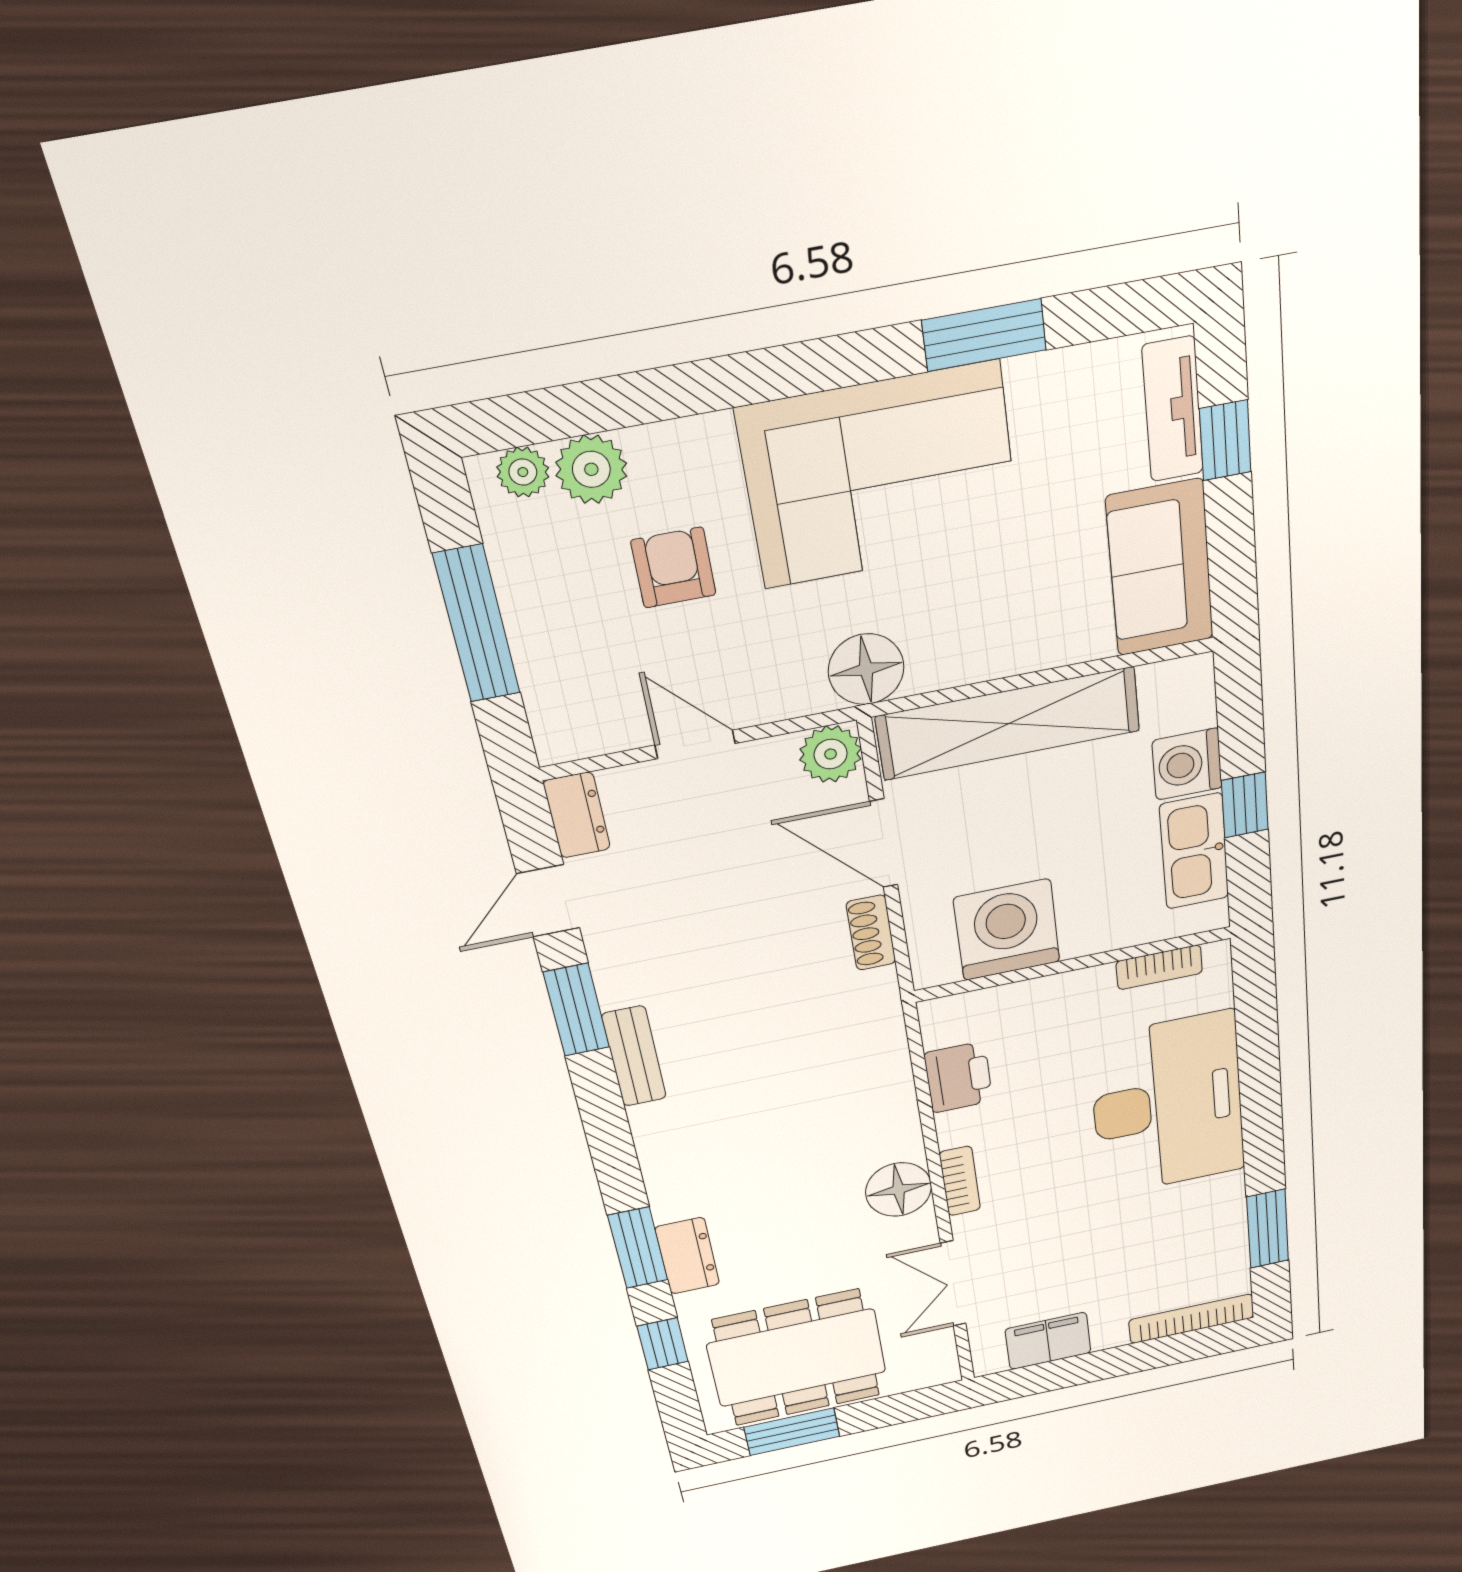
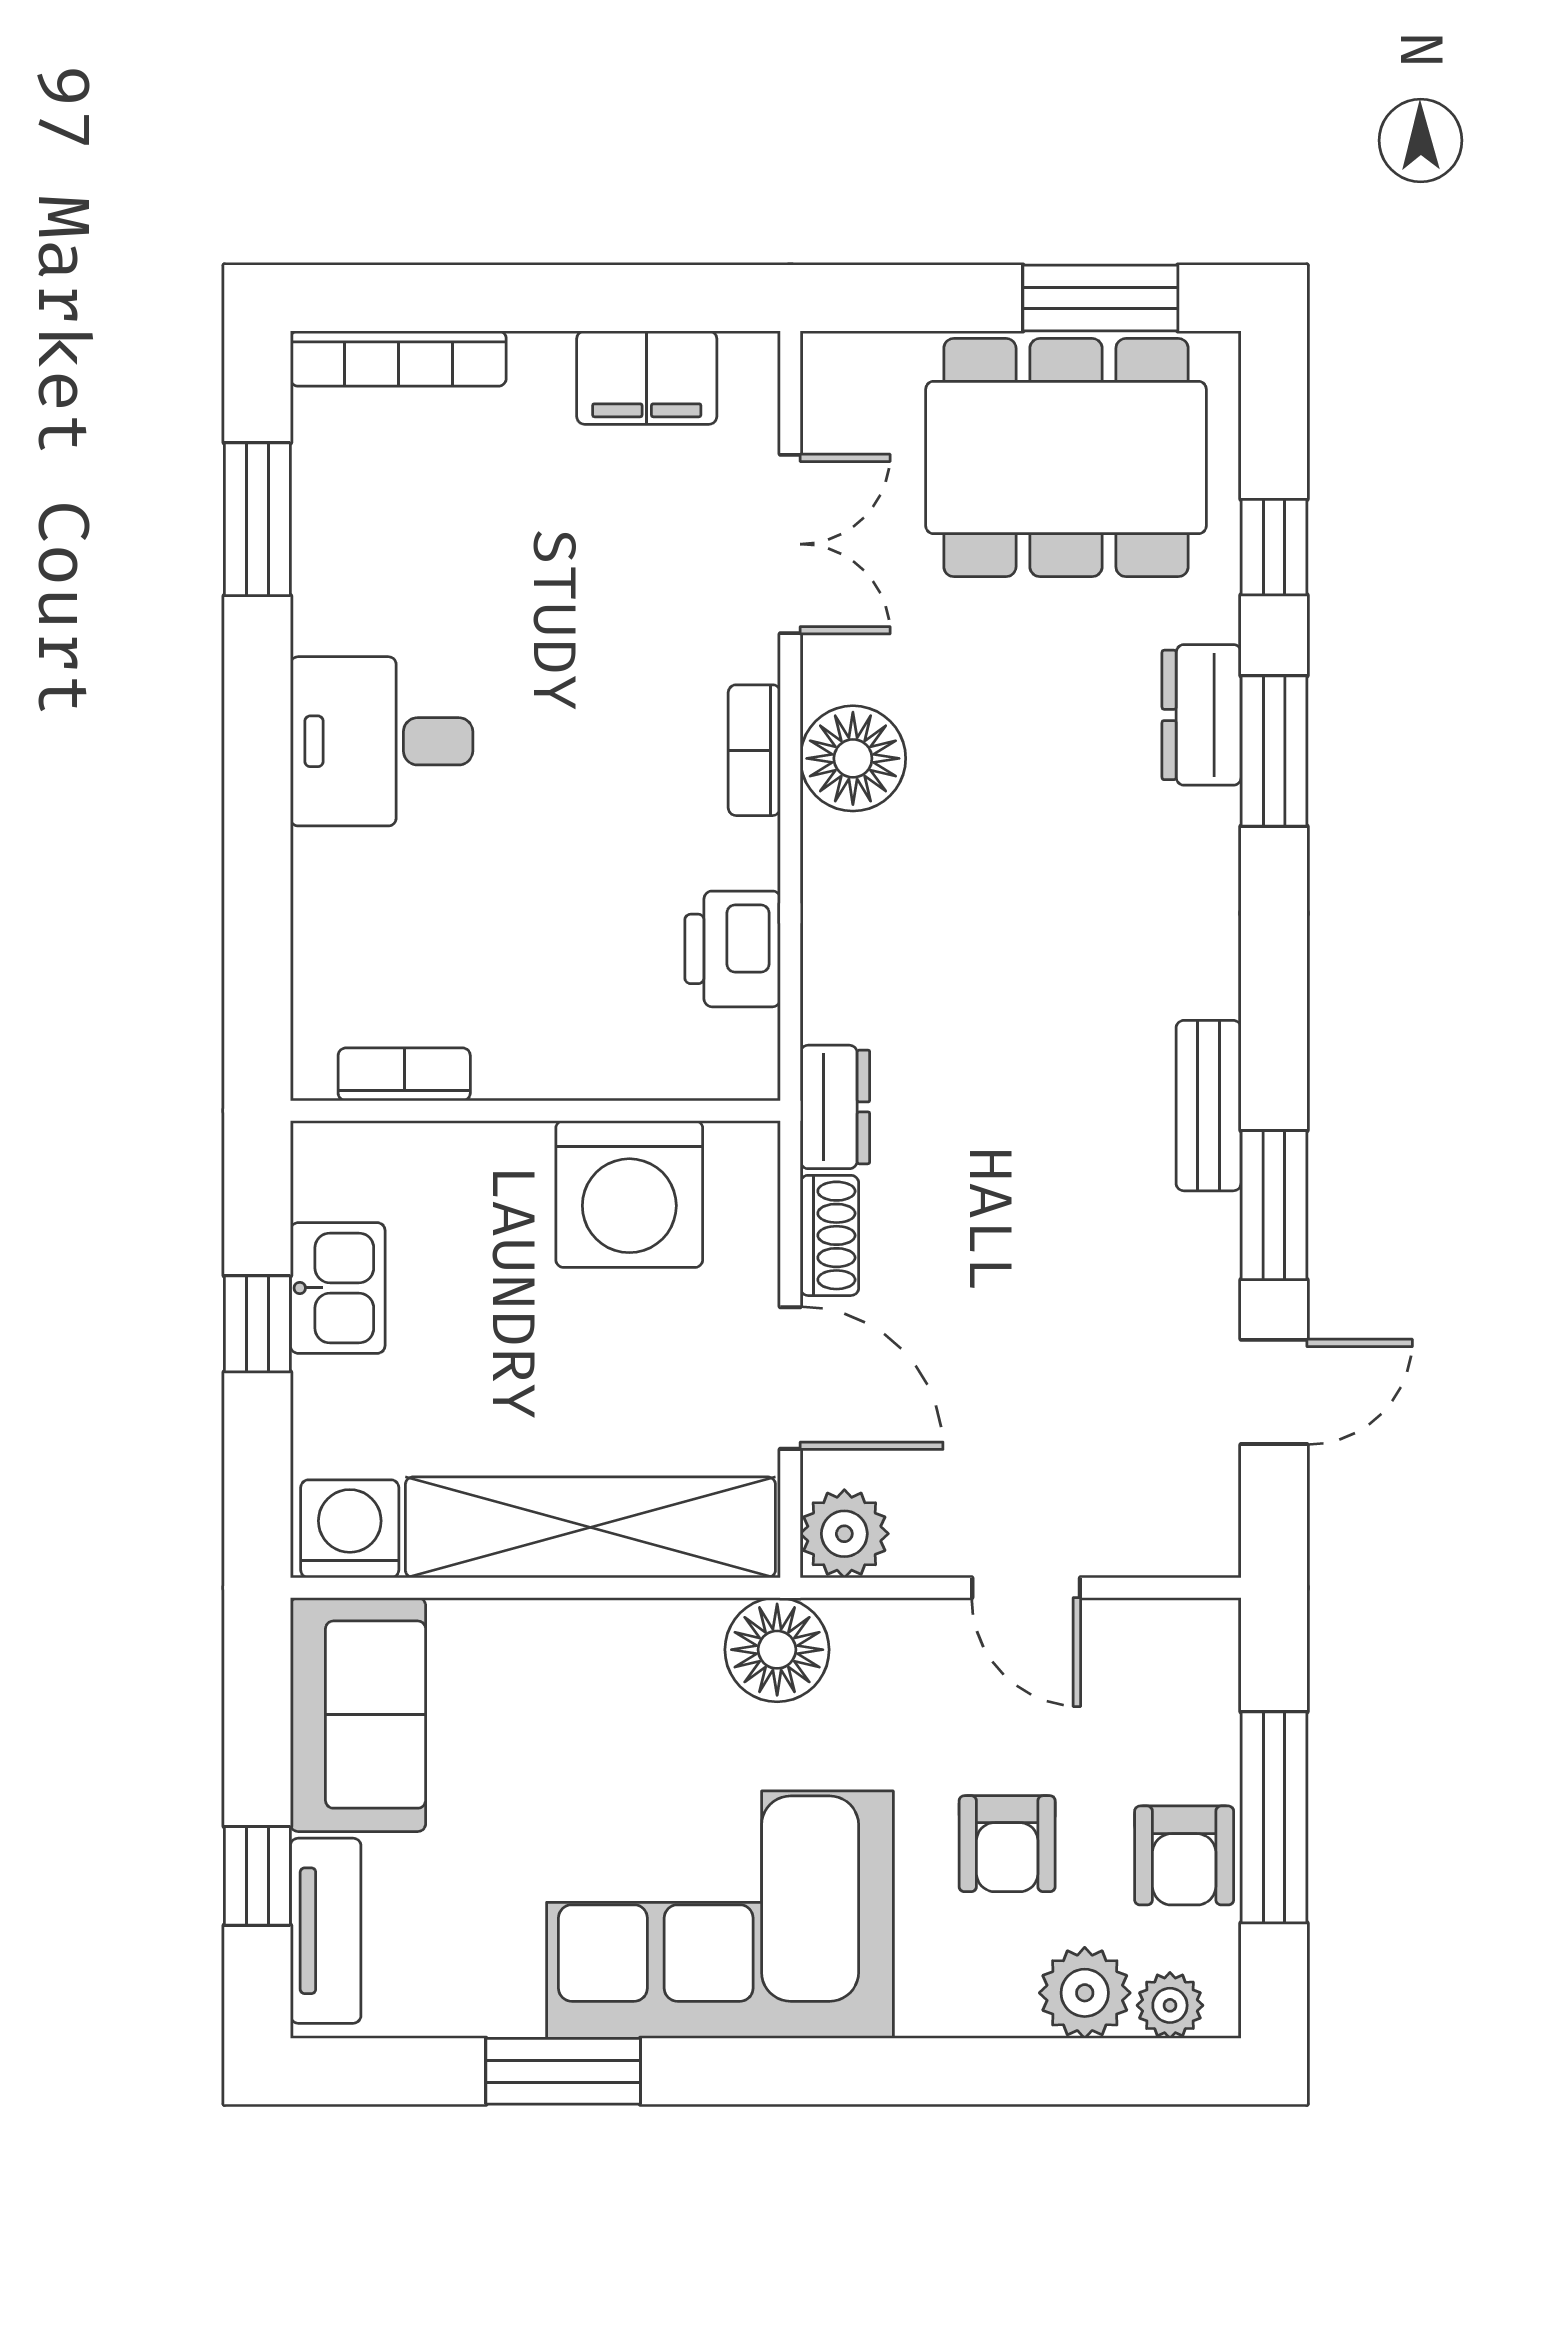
armchair: (538, 584) -> (1184, 1855), added
washing machine: (1187, 764) -> (350, 1529), moved, turned -90
dresser: (577, 815) -> (835, 1107), moved, turned 180
kitchen sink: (1194, 851) -> (338, 1288), width x0.73
desk: (1168, 1105) -> (382, 741), width x0.53, depth x0.77

